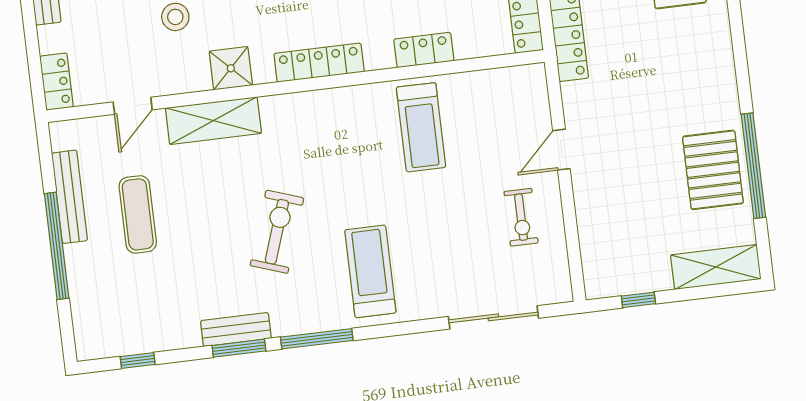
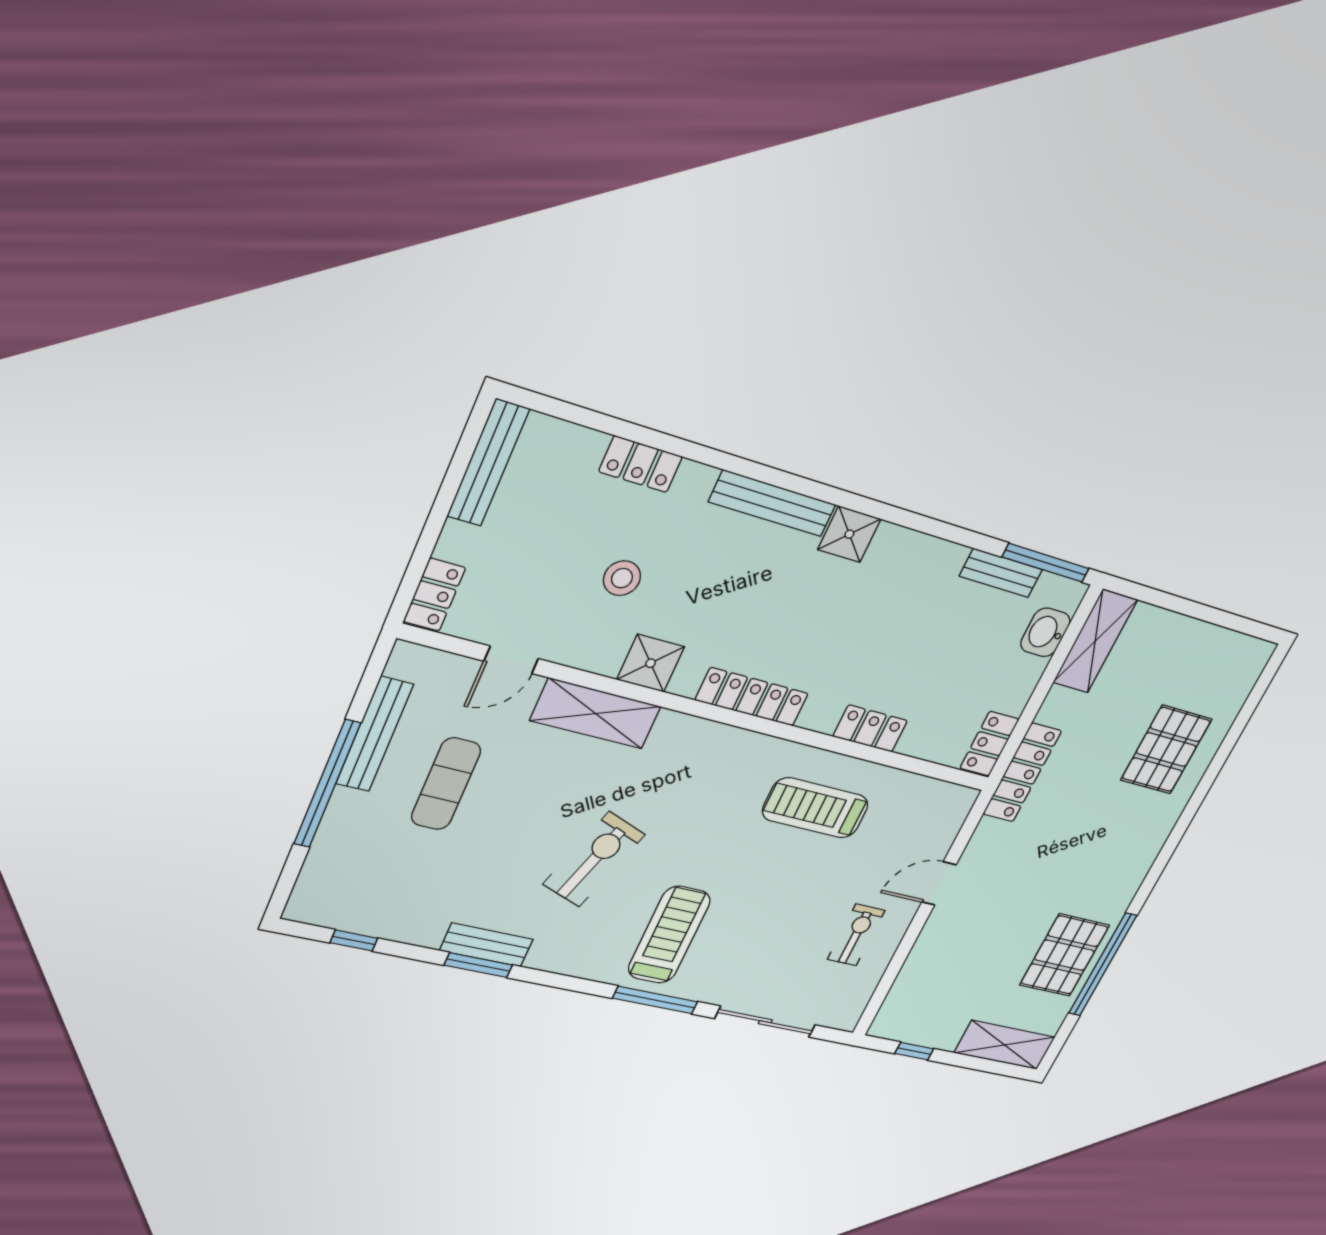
treadmill: (421, 127) -> (815, 808), turned 90
exercise bike: (521, 217) -> (856, 935), turned 180
window: (317, 339) -> (655, 1000), moved

